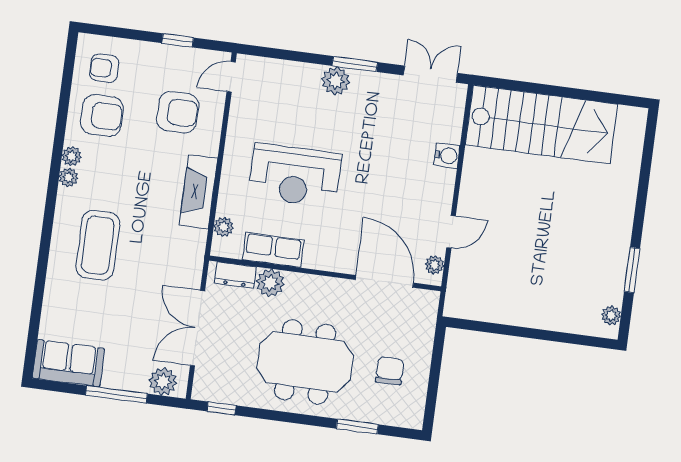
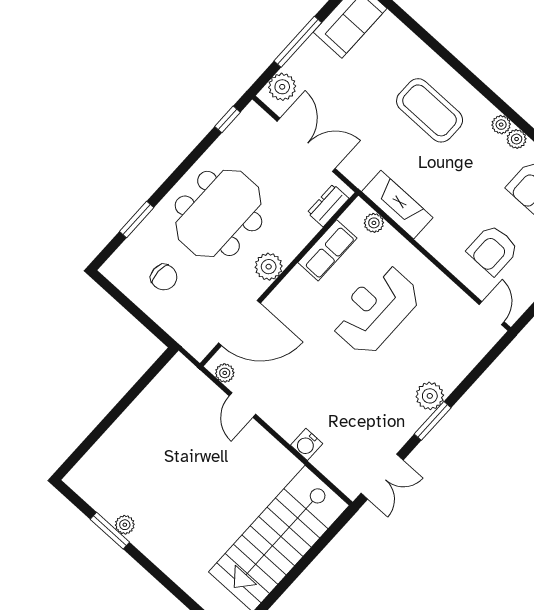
fireplace: (198, 192) -> (397, 205), moved
plant: (270, 283) -> (269, 267), moved
plant: (611, 315) -> (125, 525), moved

